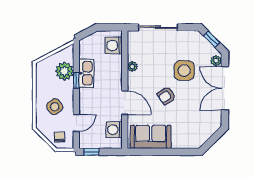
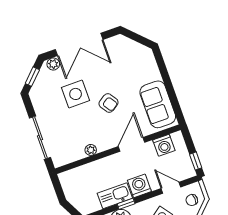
washing machine: (114, 46) -> (139, 186), moved, turned 180

